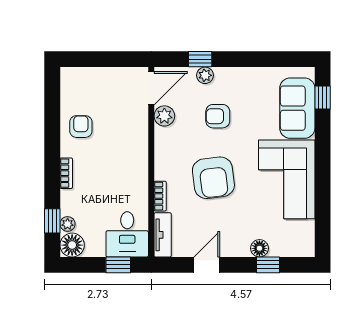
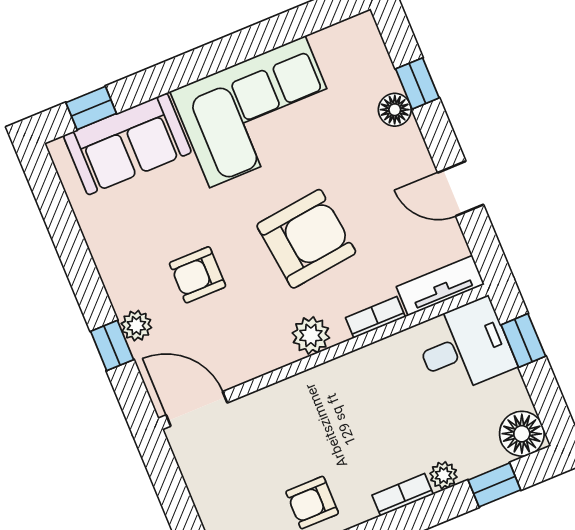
plant: (164, 116) -> (311, 335), moved
armchair: (218, 116) -> (198, 275), turned 90
plant: (68, 224) -> (444, 475), moved

